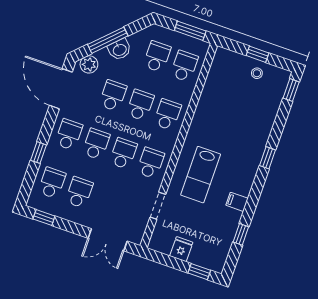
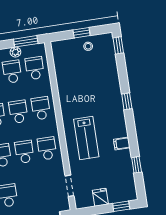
plant: (172, 37) -> (15, 52), added
doorway: (158, 206) -> (69, 186), moved

